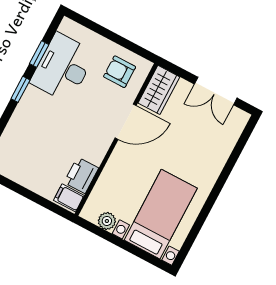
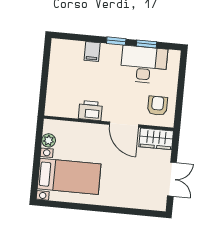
double door: (216, 91) -> (172, 179), swing flipped
printer: (81, 175) -> (90, 111), moved
filing cabinet: (69, 198) -> (92, 52), moved, turned 180

